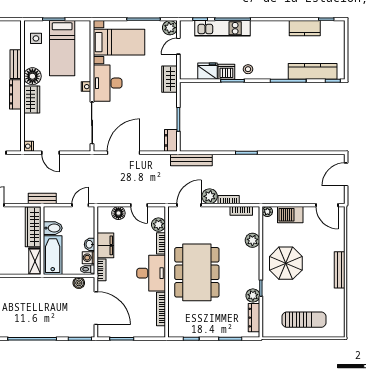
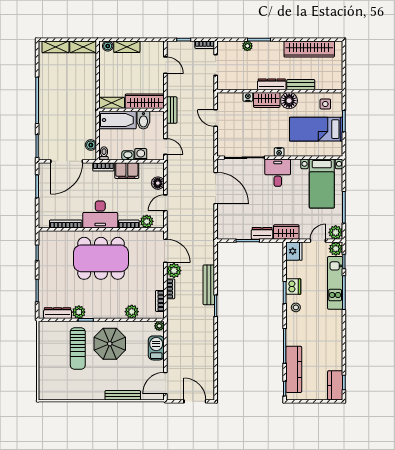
plant: (187, 28) -> (336, 249), added
kitchen counter: (305, 28) -> (335, 385), moved
door: (178, 46) -> (318, 241), hinge flipped
fridge: (207, 71) -> (294, 251), moved
desk: (108, 83) -> (278, 173), width x0.73
dresser: (171, 140) -> (262, 233), moved
nightstand: (29, 146) -> (248, 97), moved
door: (50, 153) -> (216, 118), hinge flipped
bench: (191, 160) -> (209, 285), moved
washing machine: (88, 258) -> (141, 154), moved
bench: (340, 270) -> (123, 395), moved
sun lounger: (304, 320) -> (78, 348), moved

